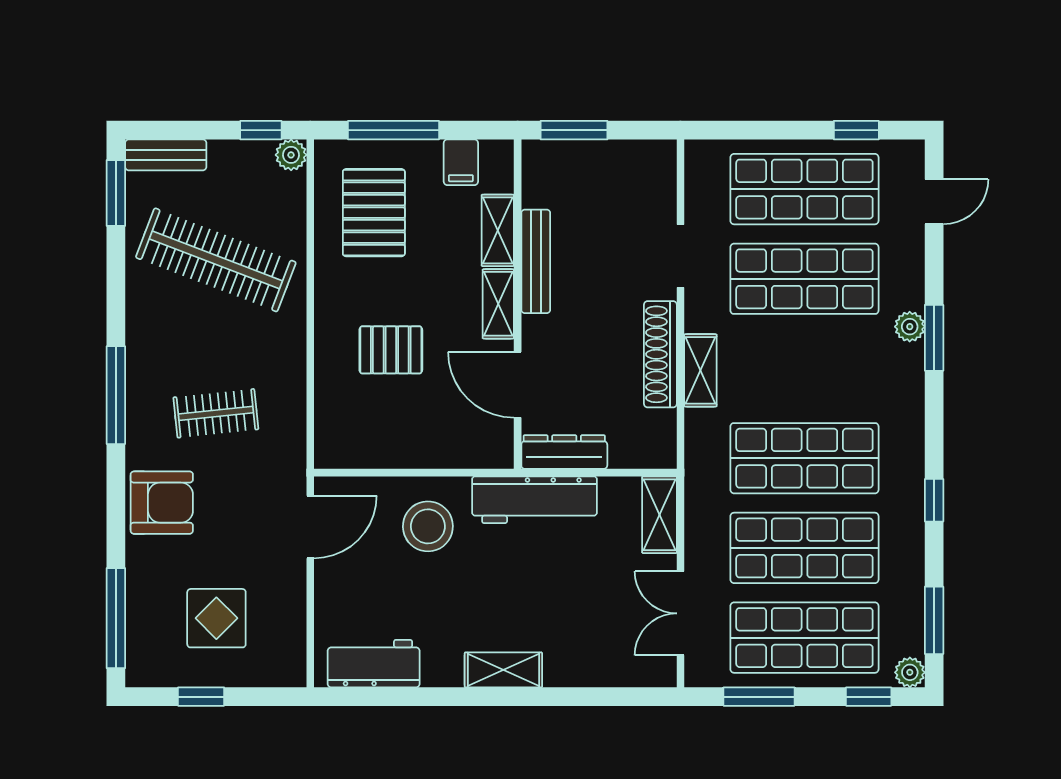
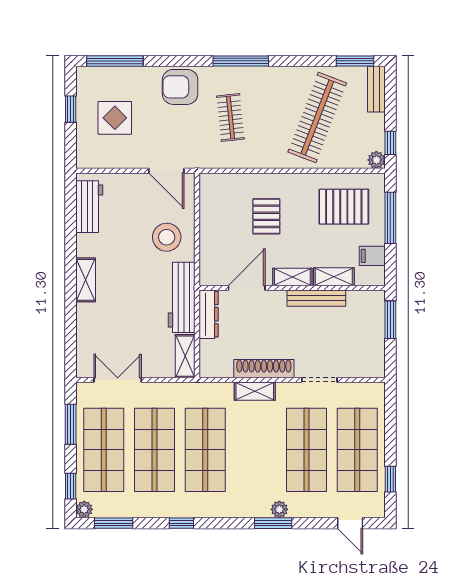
armchair: (162, 503) -> (180, 87), turned 90
shelving: (659, 515) -> (185, 356), moved, turned 90

